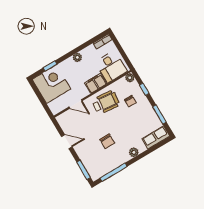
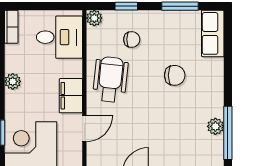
filing cabinet: (96, 83) -> (71, 96), moved
chair: (107, 141) -> (175, 75), moved
plant: (134, 152) -> (215, 126), moved

